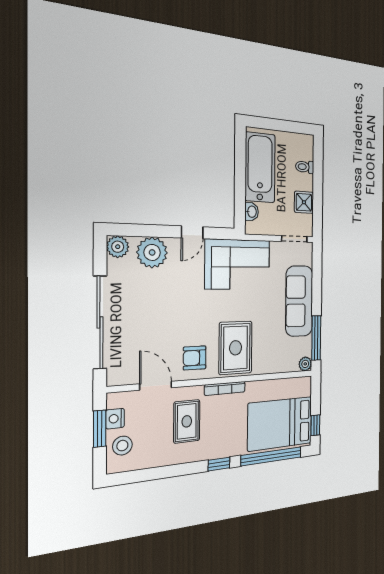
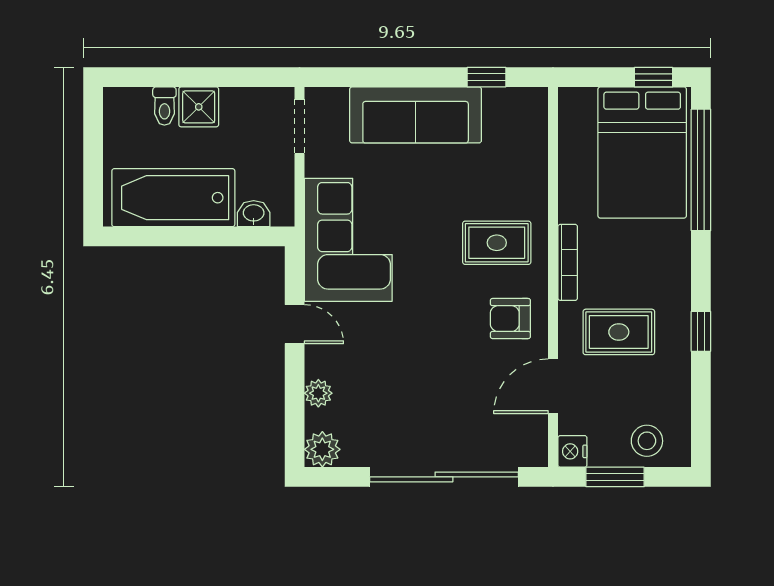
shower: (304, 202) -> (199, 107), moved
plant: (152, 252) -> (318, 393), width x0.53, depth x0.53
window: (316, 338) -> (486, 77), width x0.46
rug: (236, 348) -> (497, 243), width x0.73, depth x0.70
armchair: (195, 358) -> (510, 319), turned 90
plant: (305, 364) -> (534, 101), removed
nightstand: (115, 419) -> (572, 451), moved, turned 90
window: (219, 464) -> (701, 331), moved

